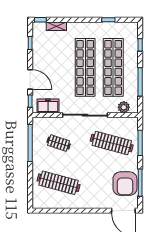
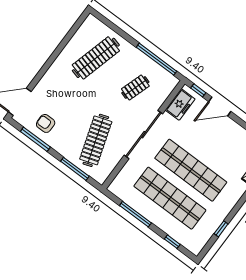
plant: (124, 107) -> (122, 179), removed
clothes rail: (112, 143) -> (96, 140), turned -33
armchair: (125, 184) -> (46, 123), width x0.53, depth x0.53

